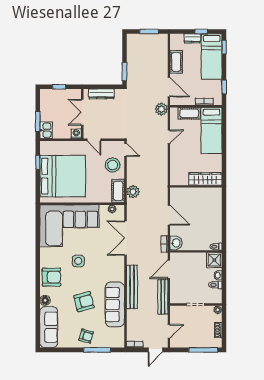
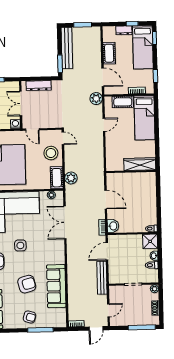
bench: (132, 287) -> (67, 48), moved

